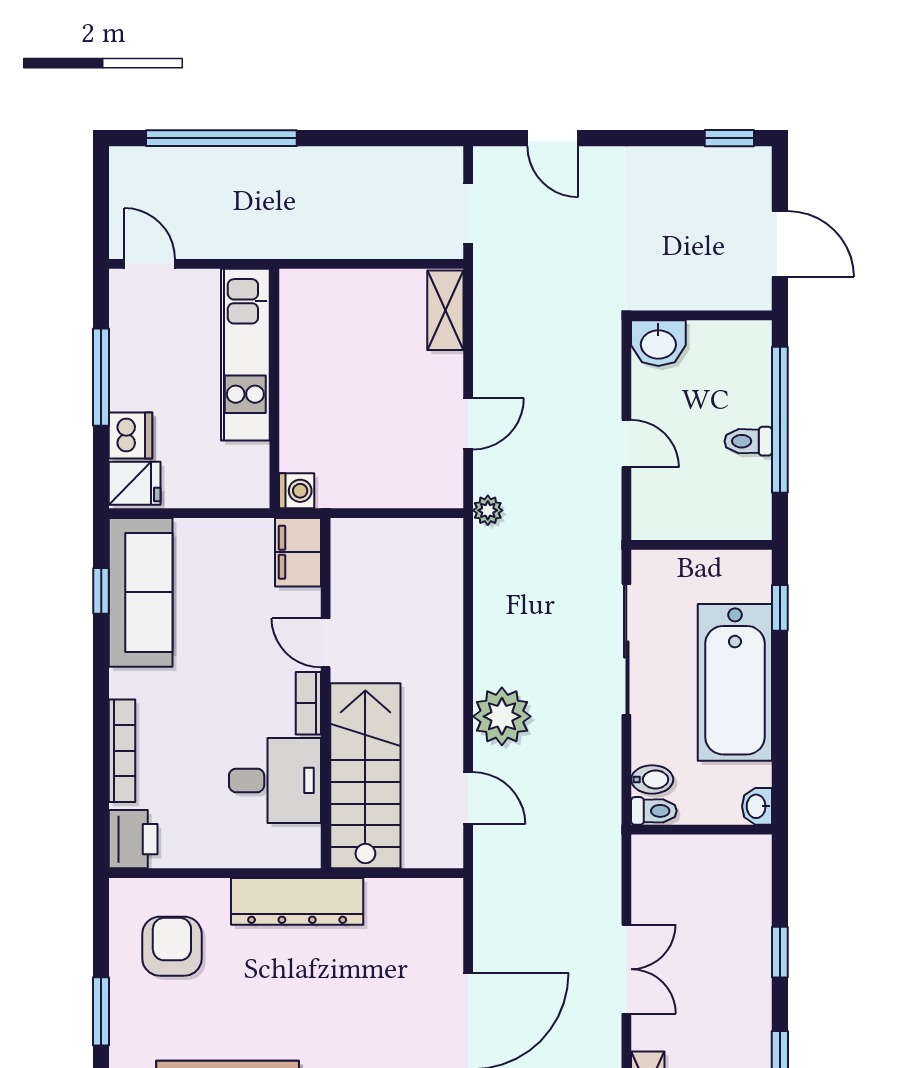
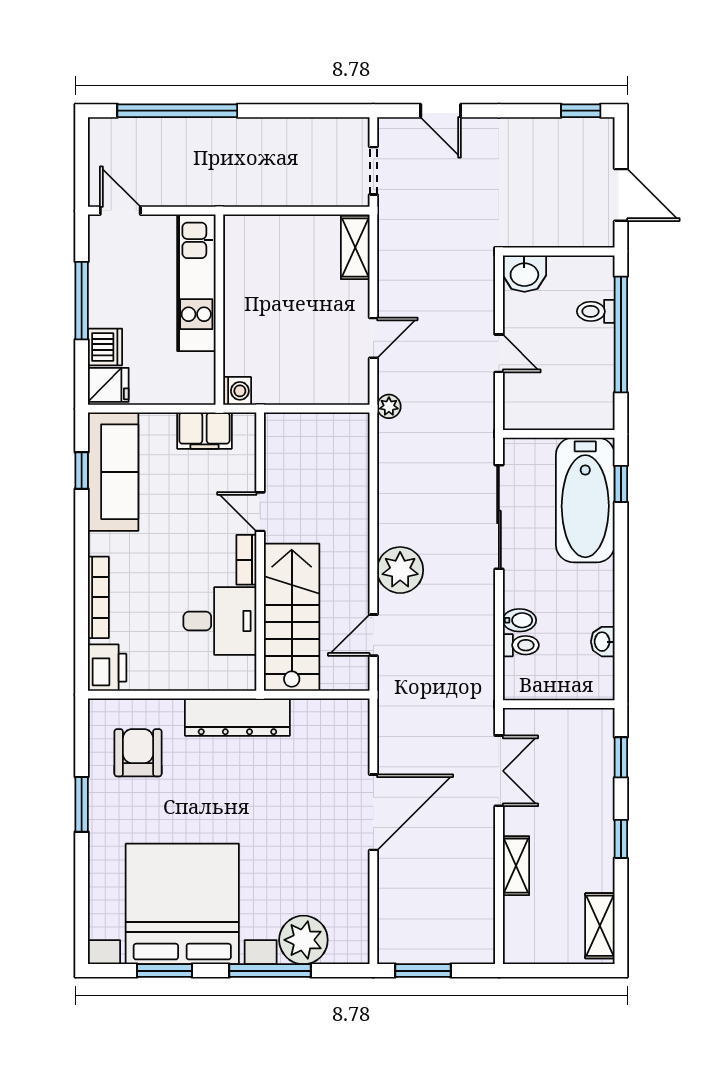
toilet: (748, 441) -> (596, 311), moved
filing cabinet: (298, 552) -> (204, 431), moved, turned -90
bathtub: (735, 682) -> (585, 500), moved
door: (468, 798) -> (373, 635), swing flipped
wall: (702, 830) -> (559, 704), moved

